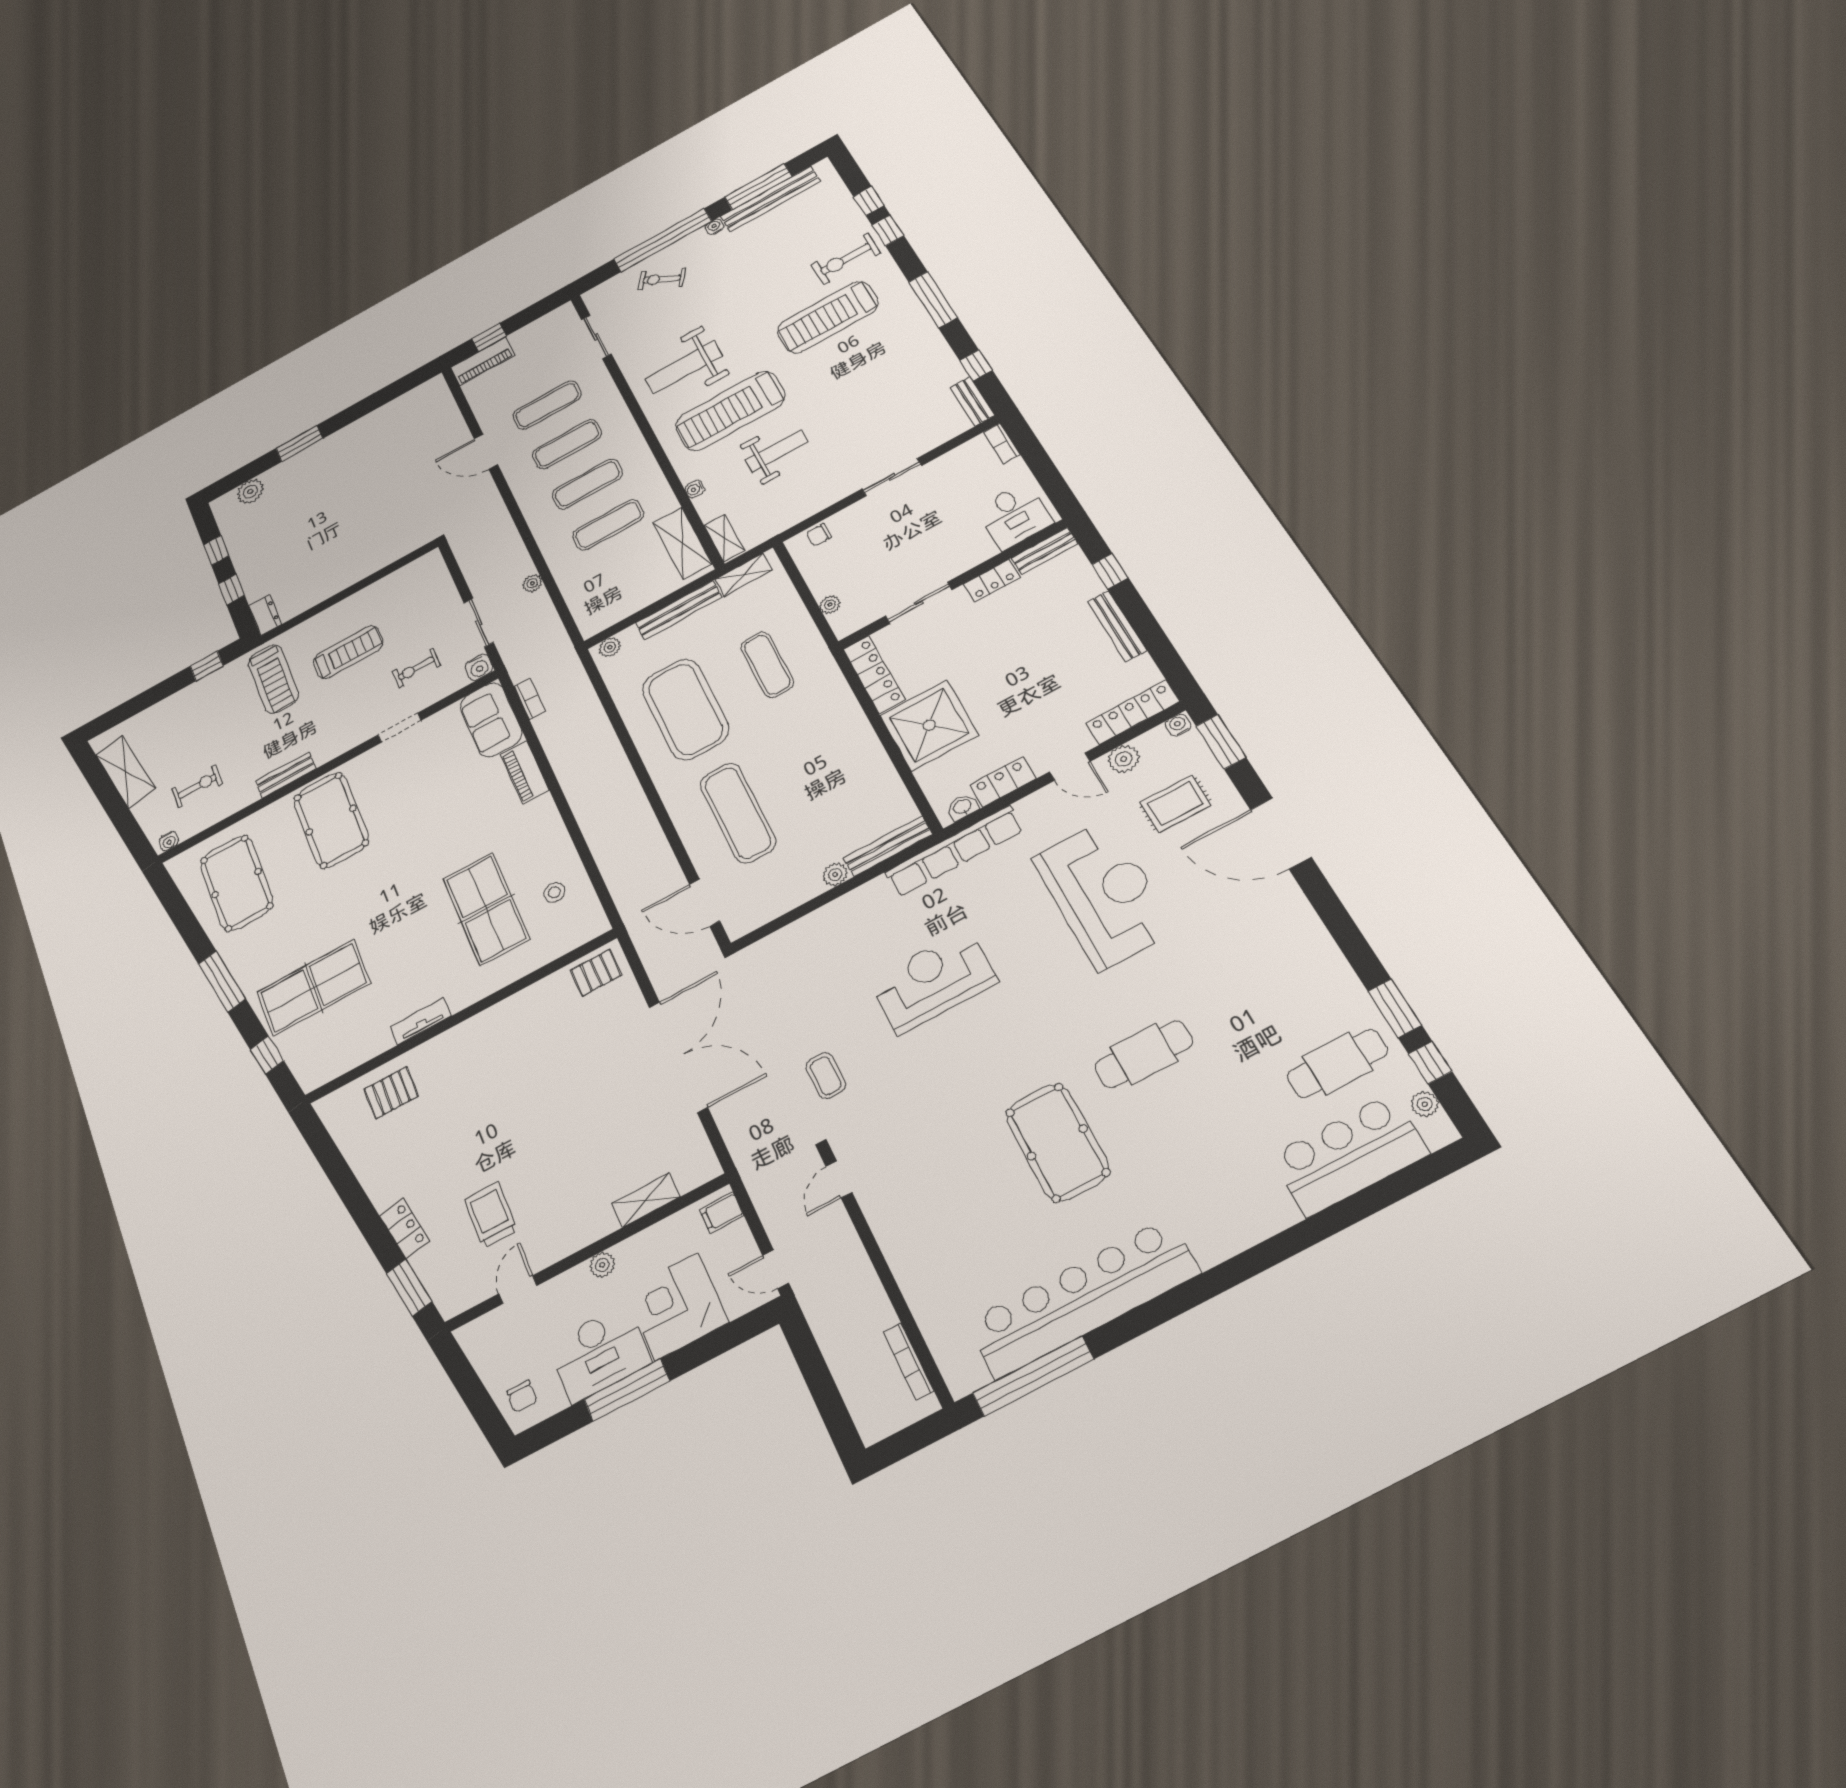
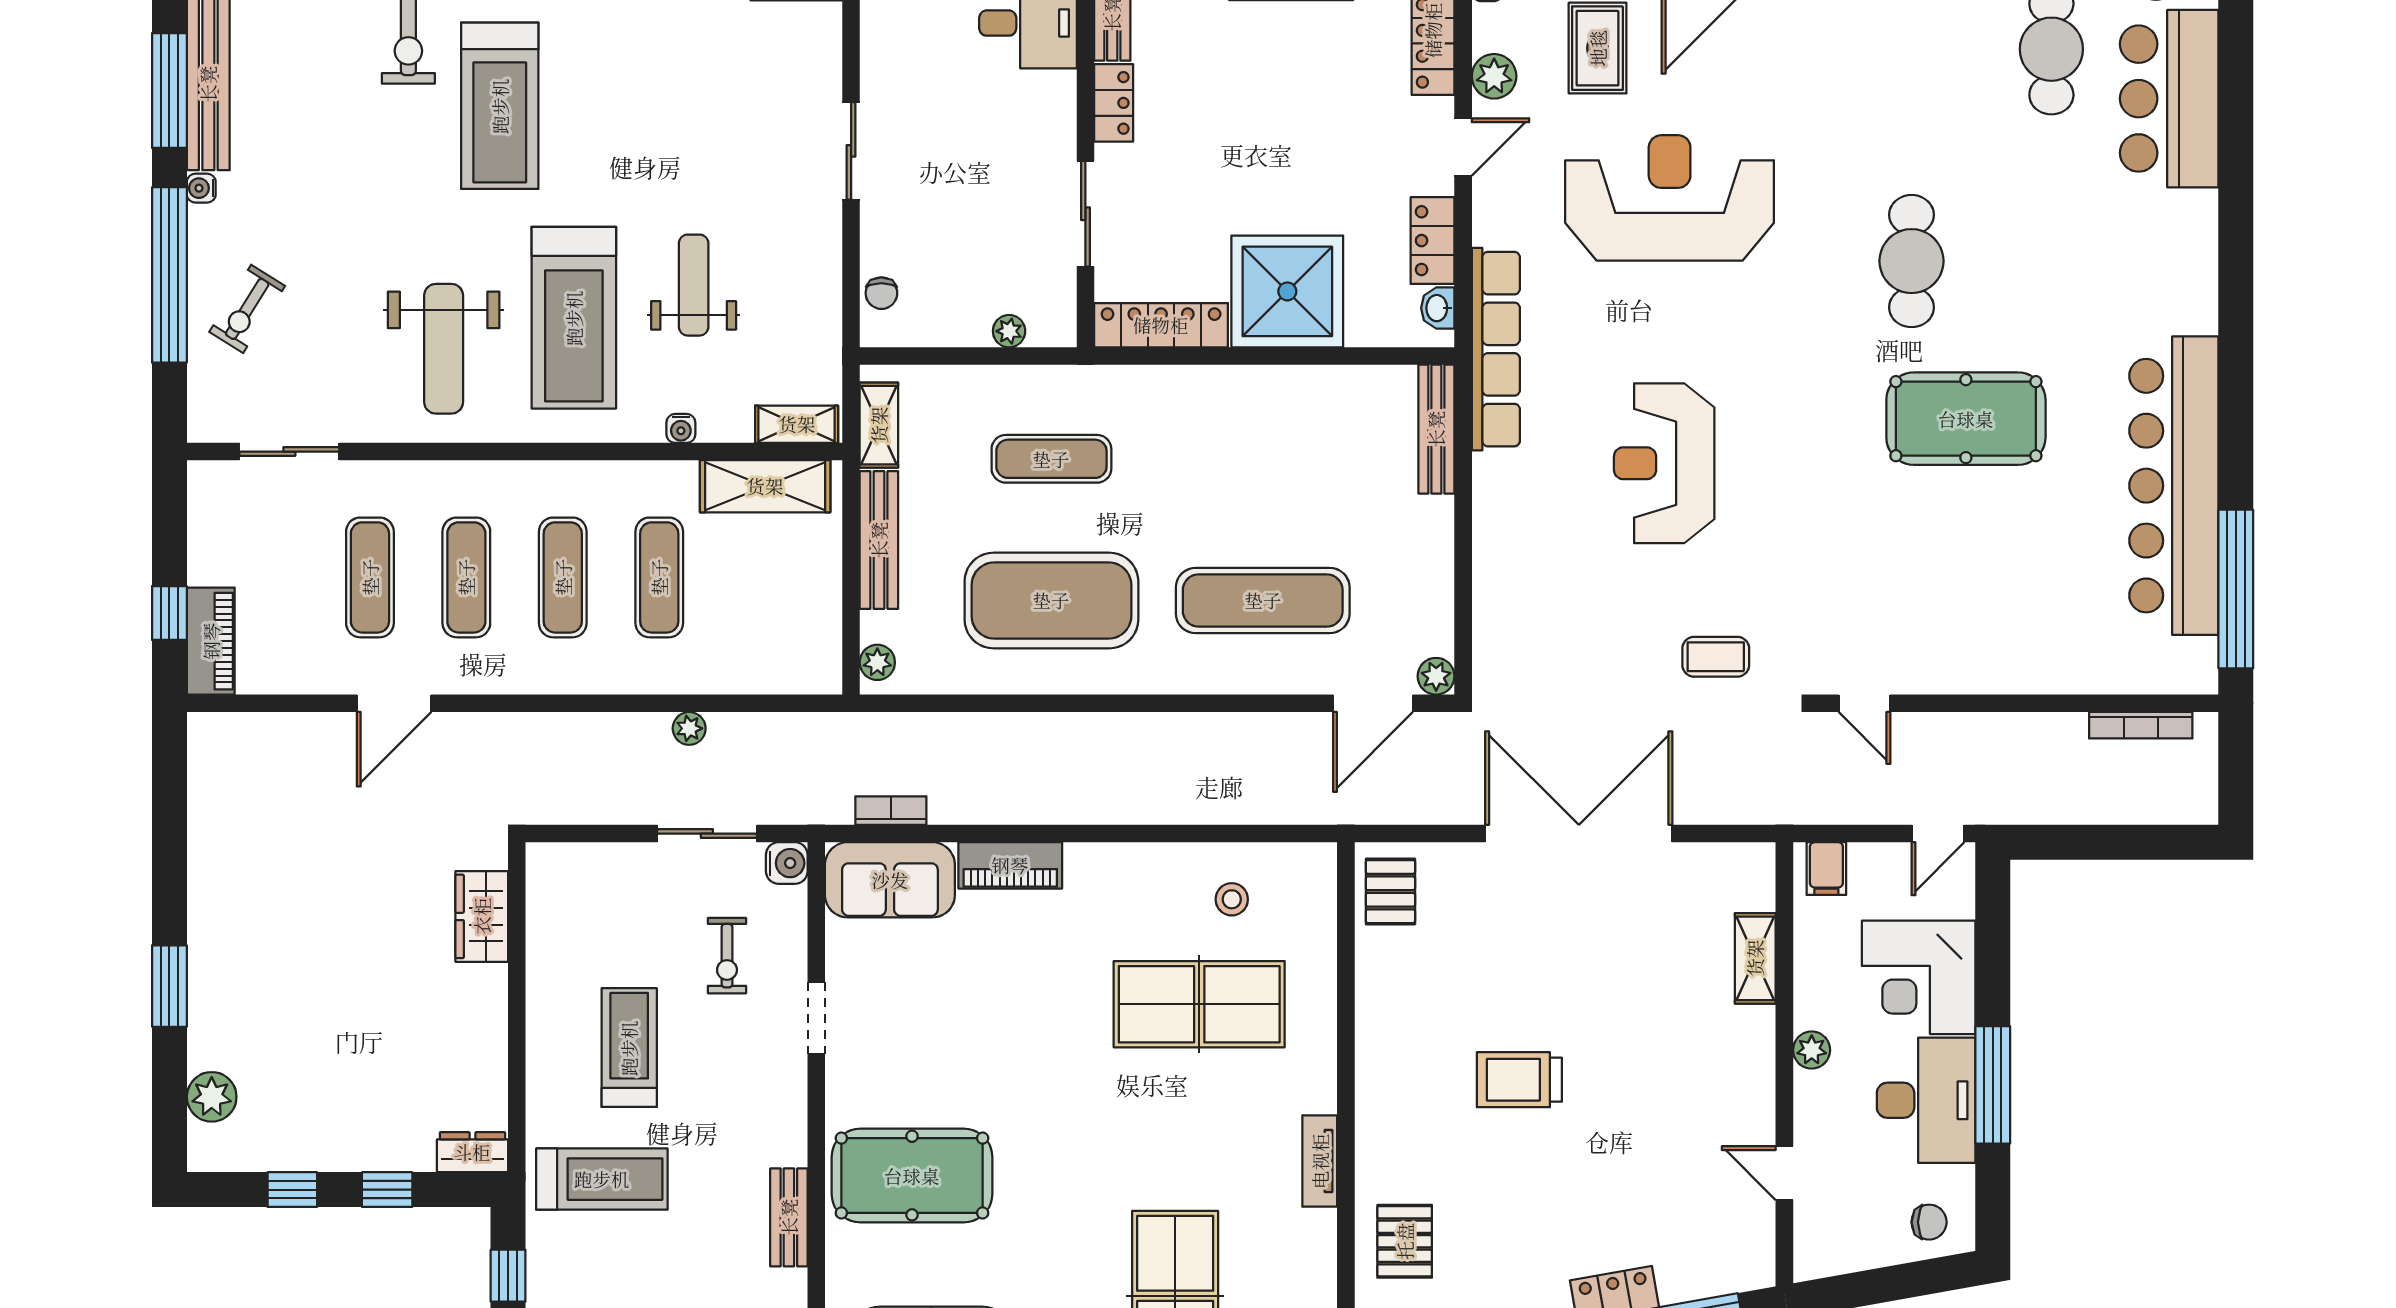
wardrobe: (391, 550) -> (482, 916), added
plant: (835, 875) -> (1436, 676), moved
trolley: (491, 1215) -> (1519, 1080), moved

